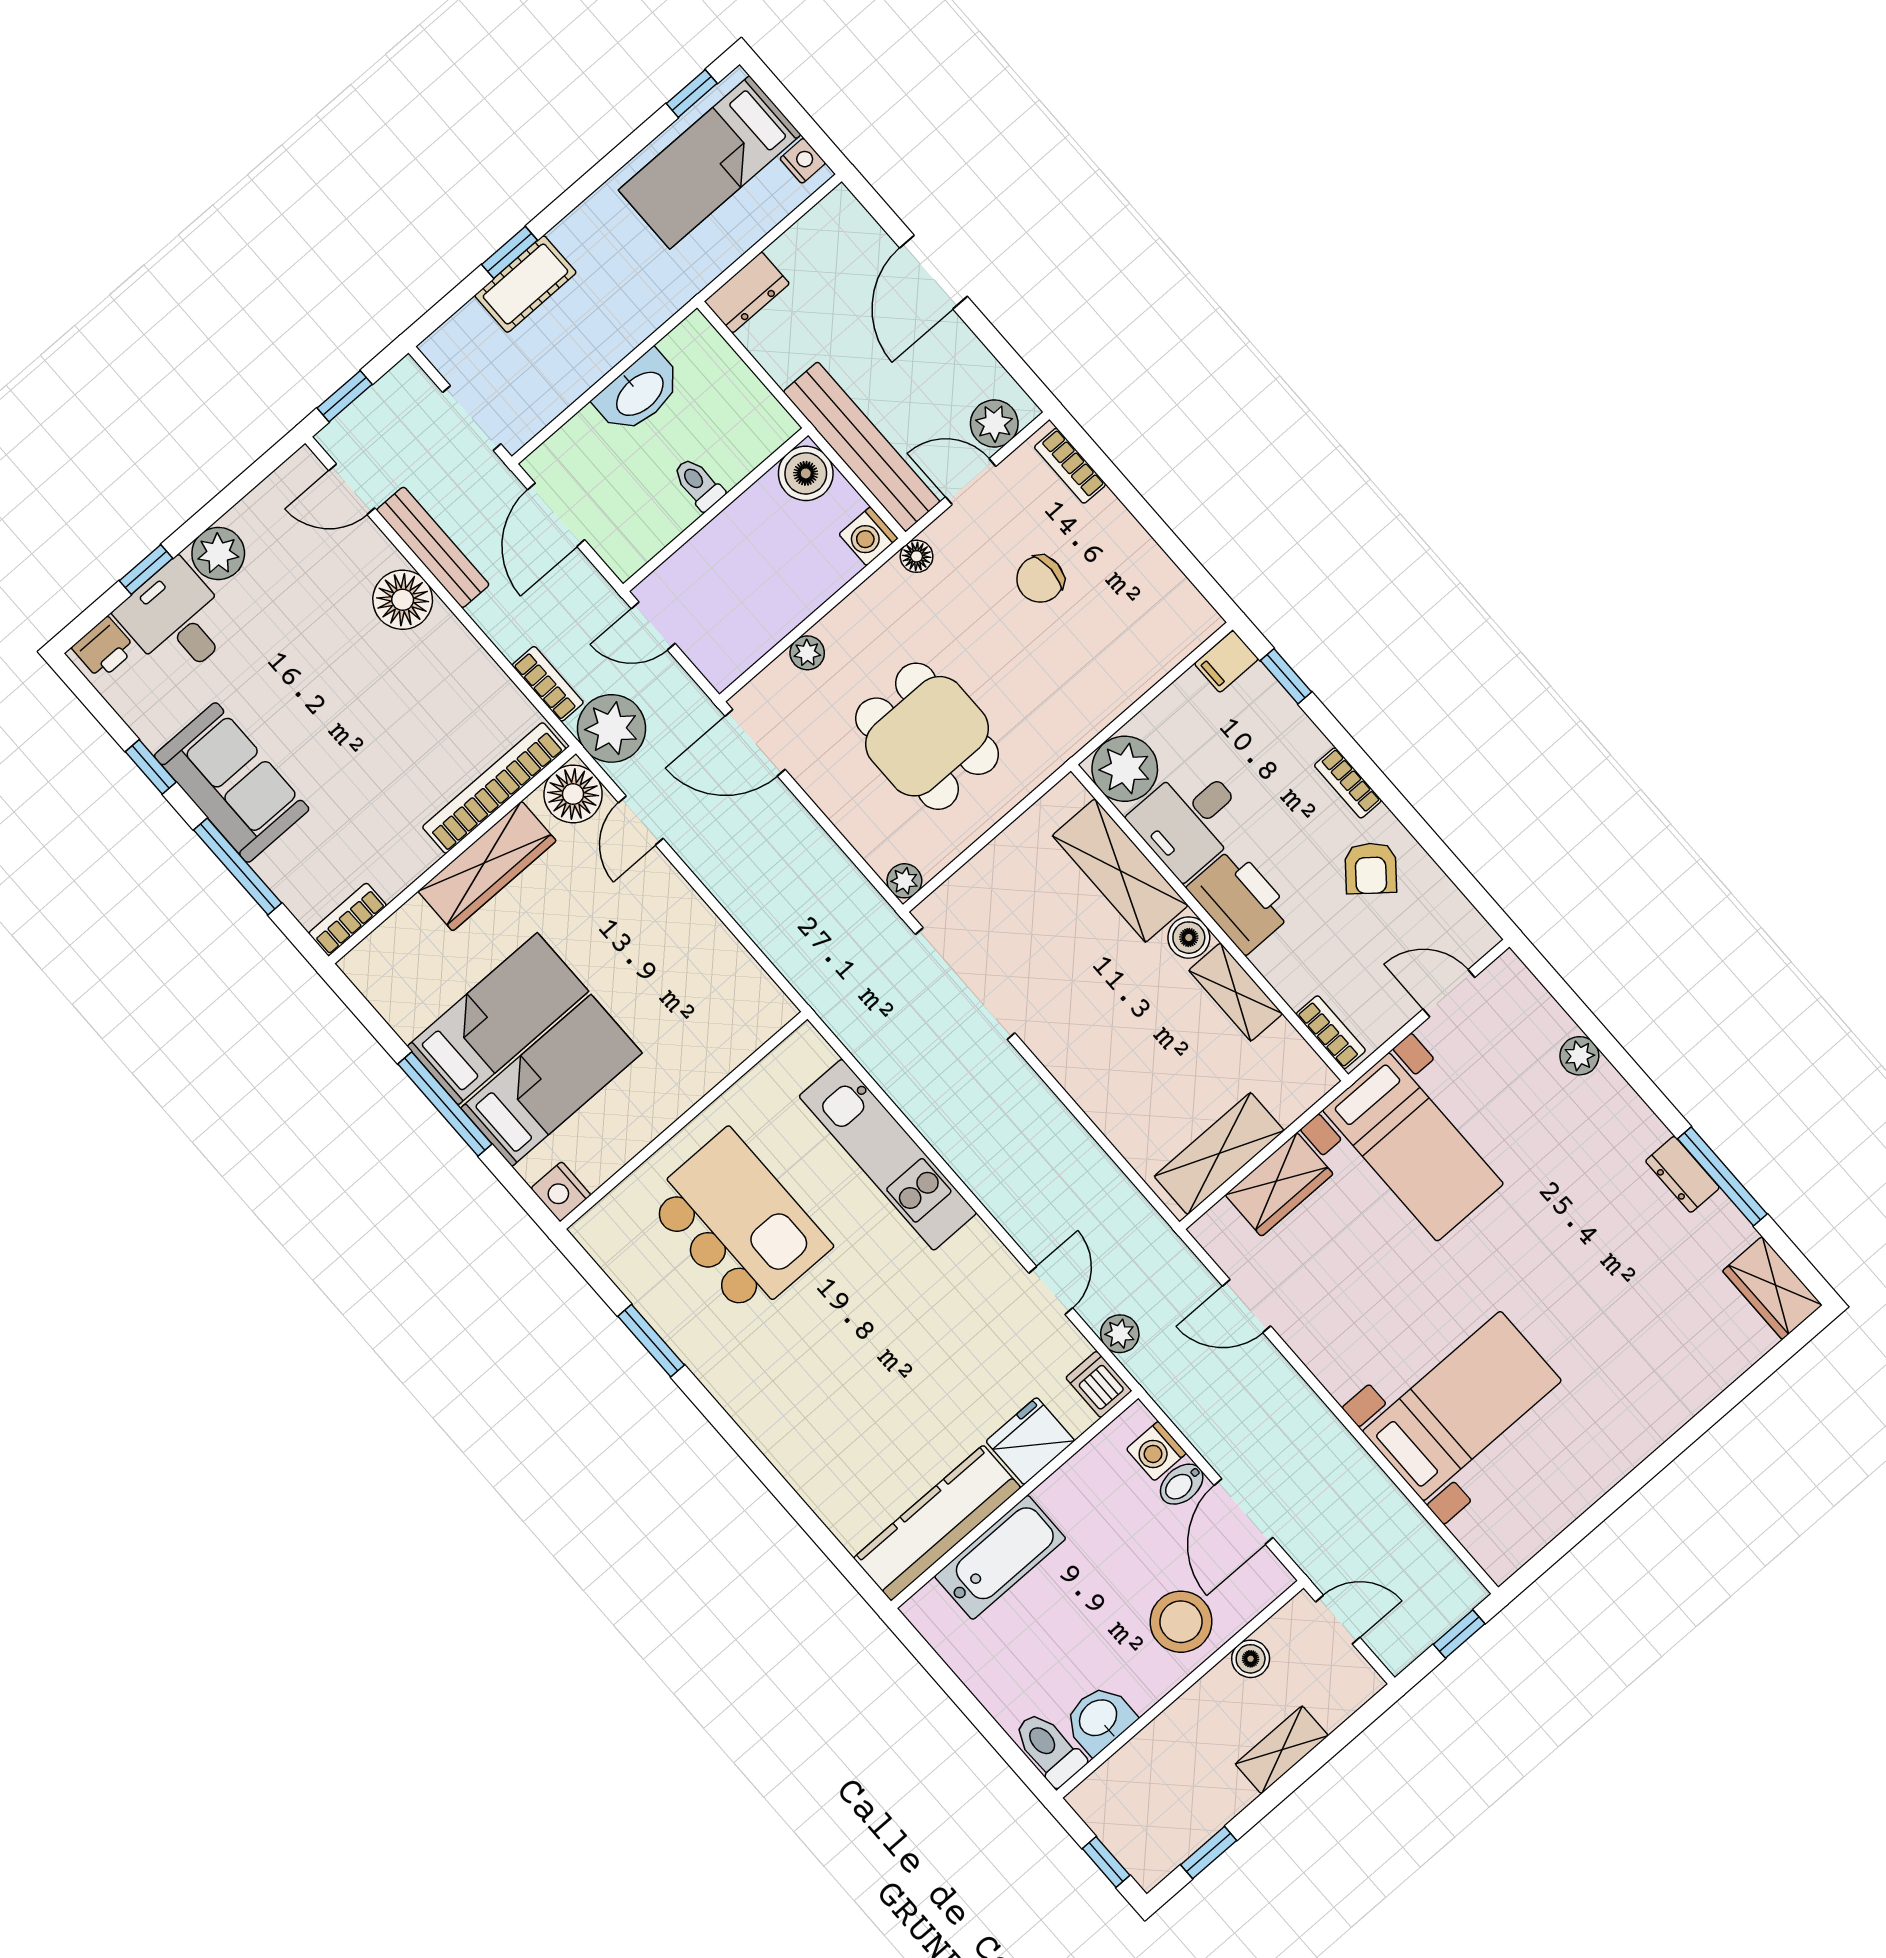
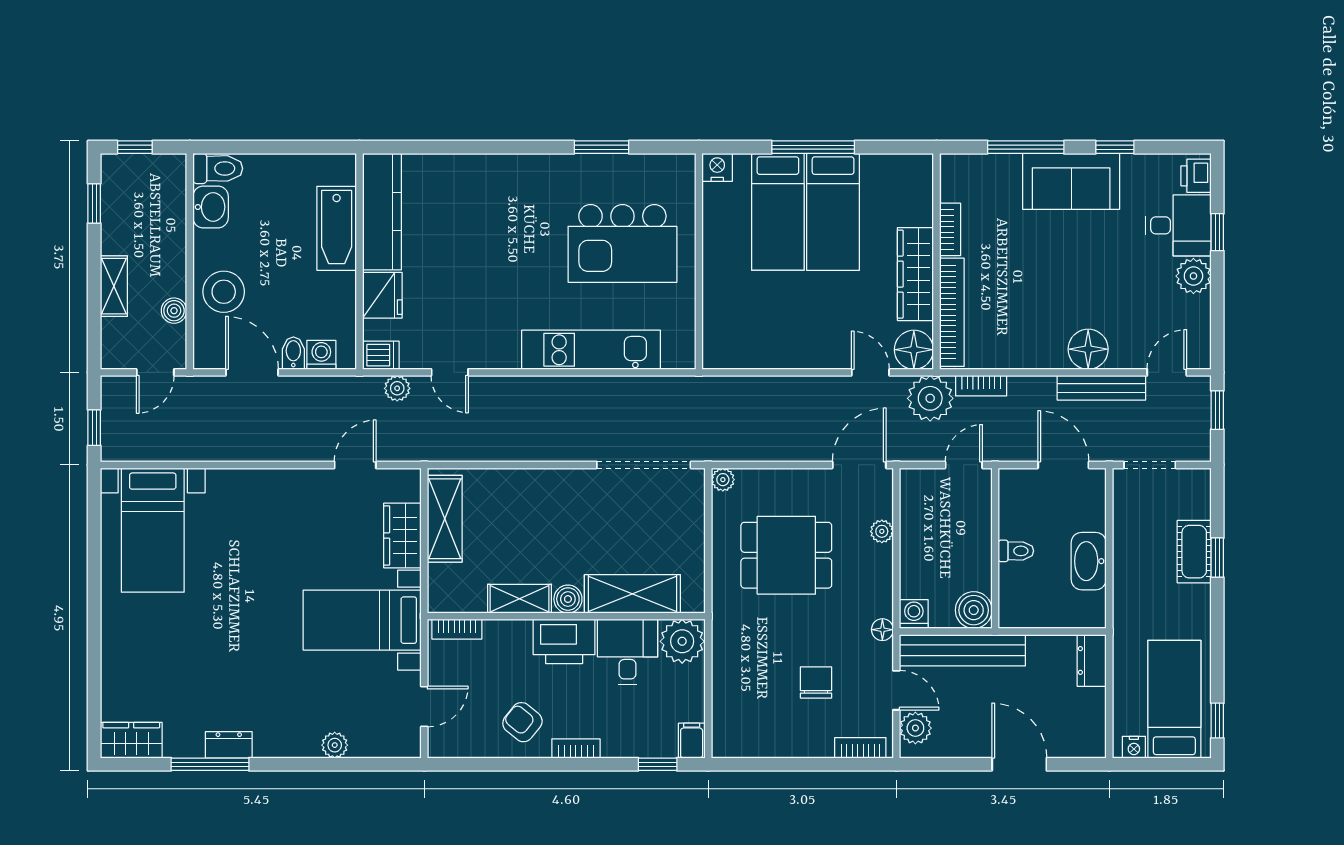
door: (971, 482) -> (896, 690), hinge flipped
bookcase: (348, 919) -> (950, 229), moved
bed with nightstands: (1462, 1406) -> (153, 530), moved

